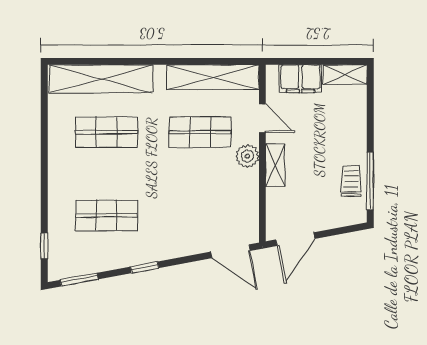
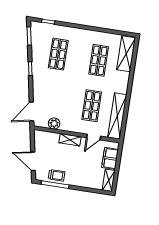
shelving: (101, 79) -> (126, 54), width x0.68
plant: (247, 156) -> (54, 123), moved
door: (295, 239) -> (33, 161), moved

